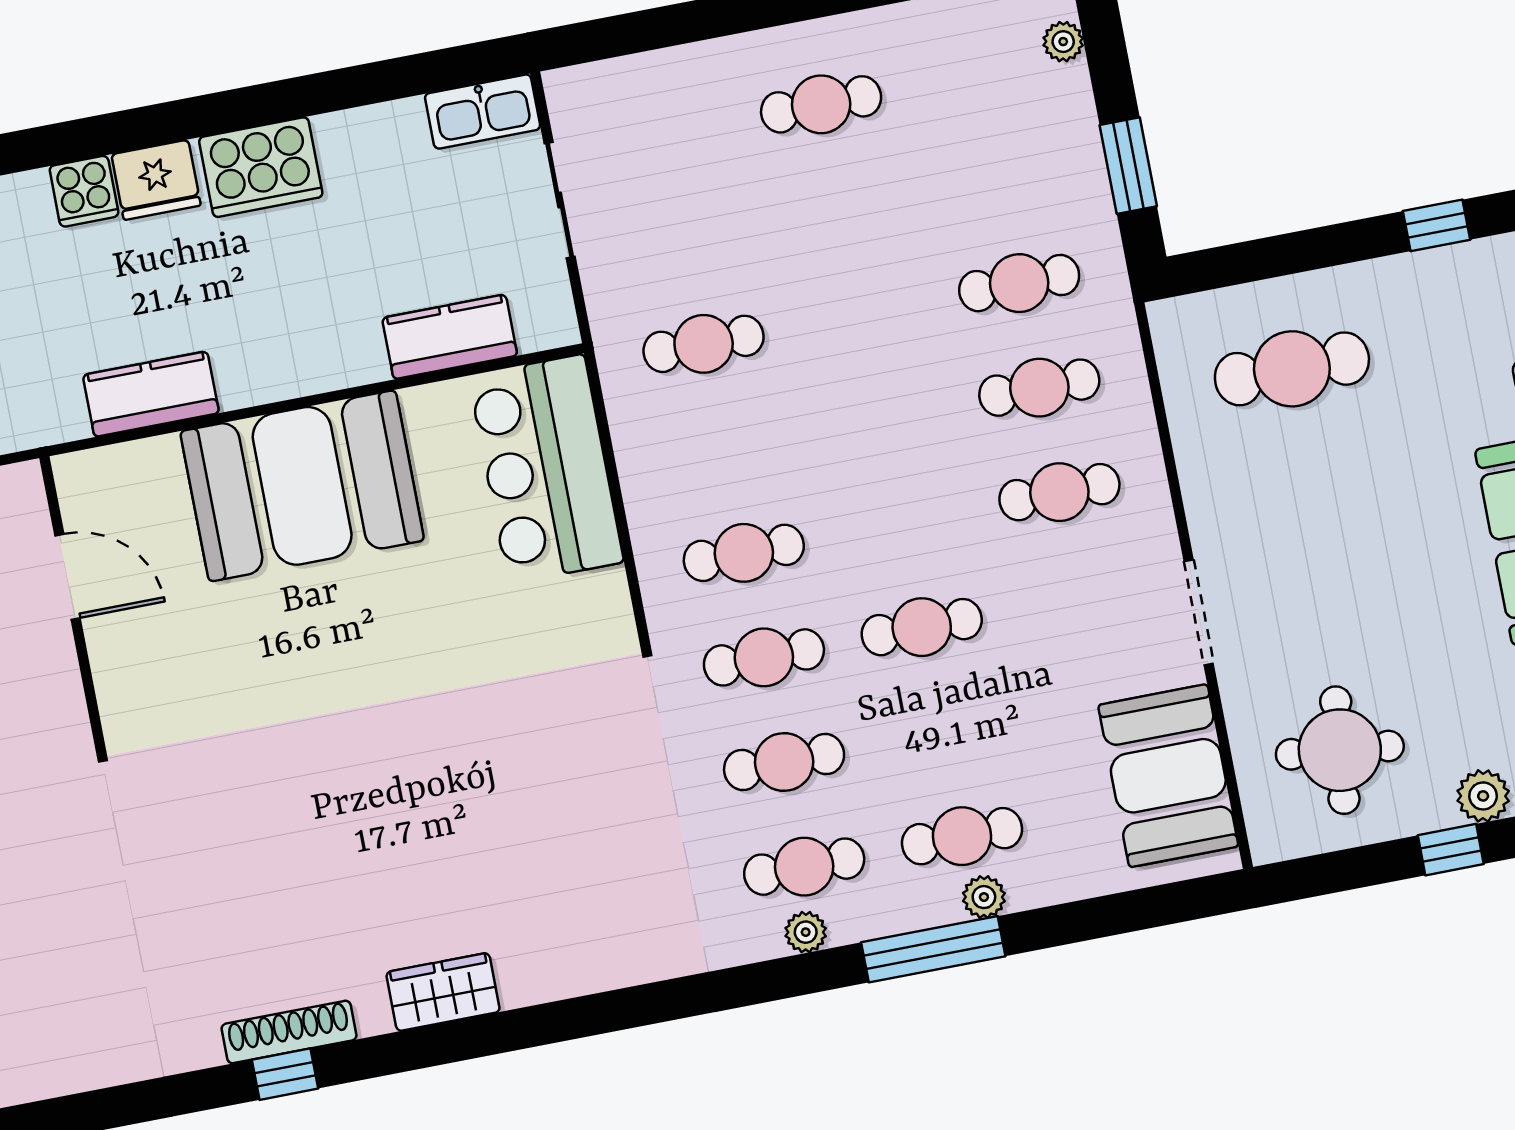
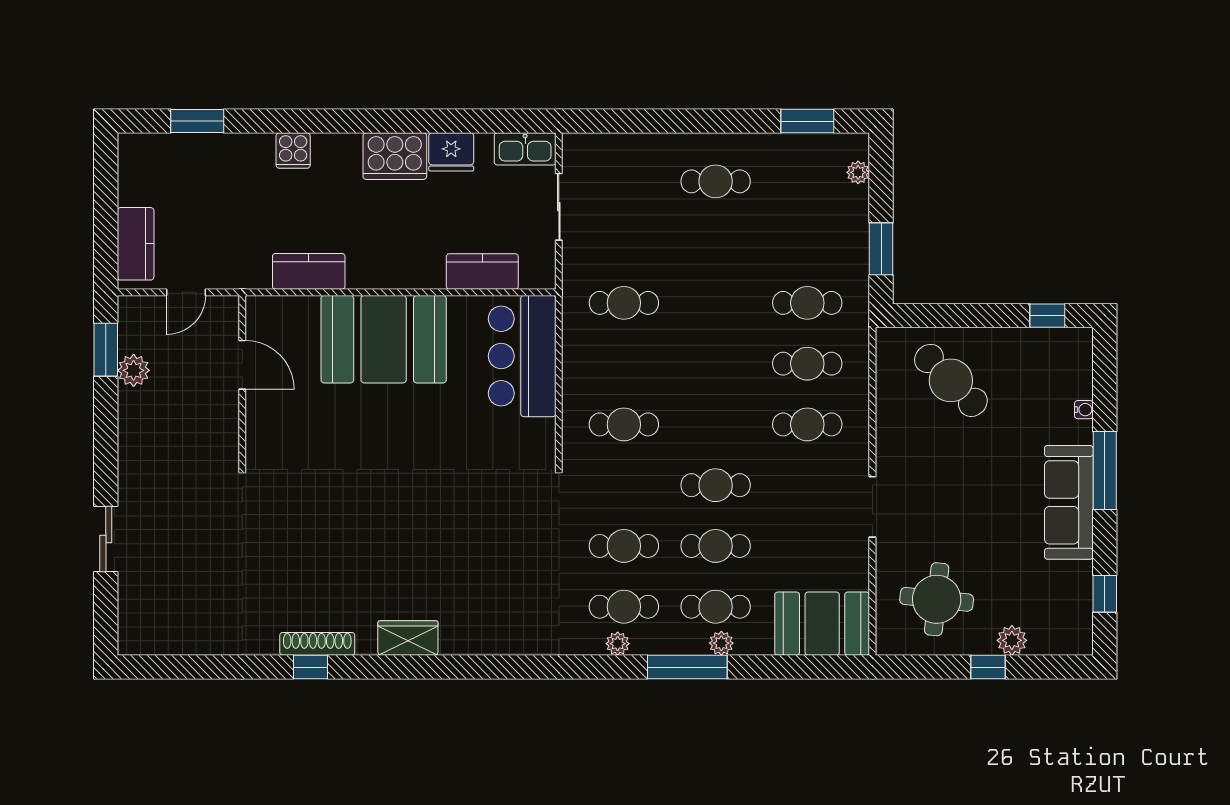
fridge: (156, 180) -> (451, 152), moved
cafe table: (1292, 369) -> (951, 380), turned 45
cafe table: (764, 657) -> (716, 546), moved
booth: (1168, 776) -> (822, 624), moved, turned 90

